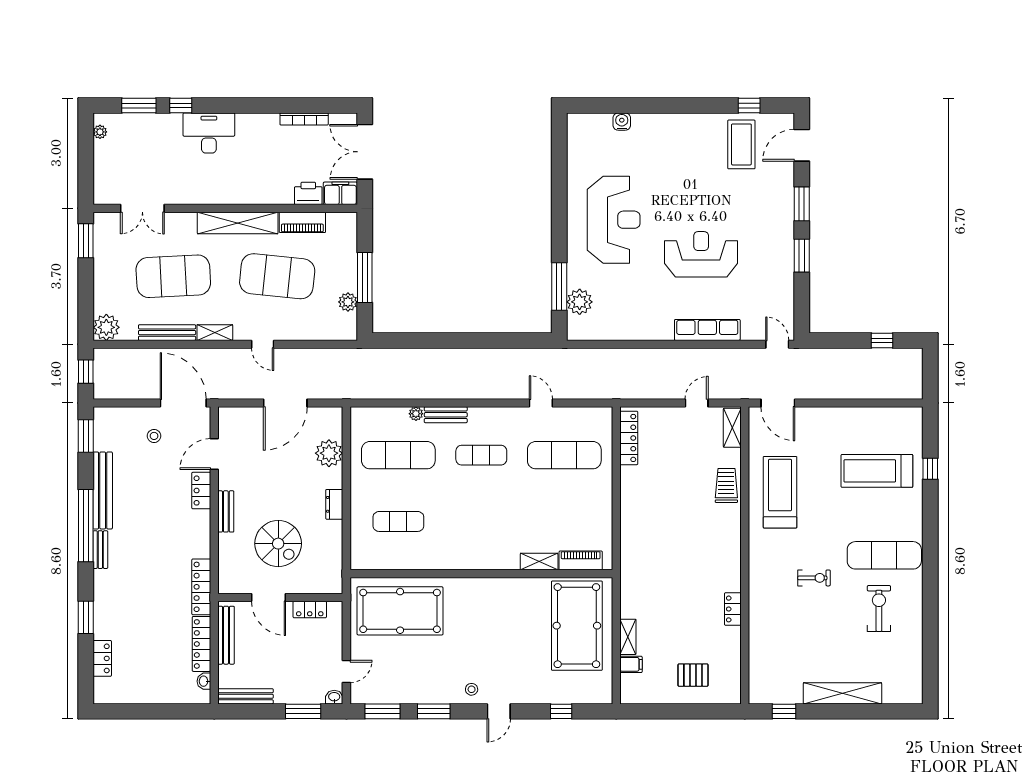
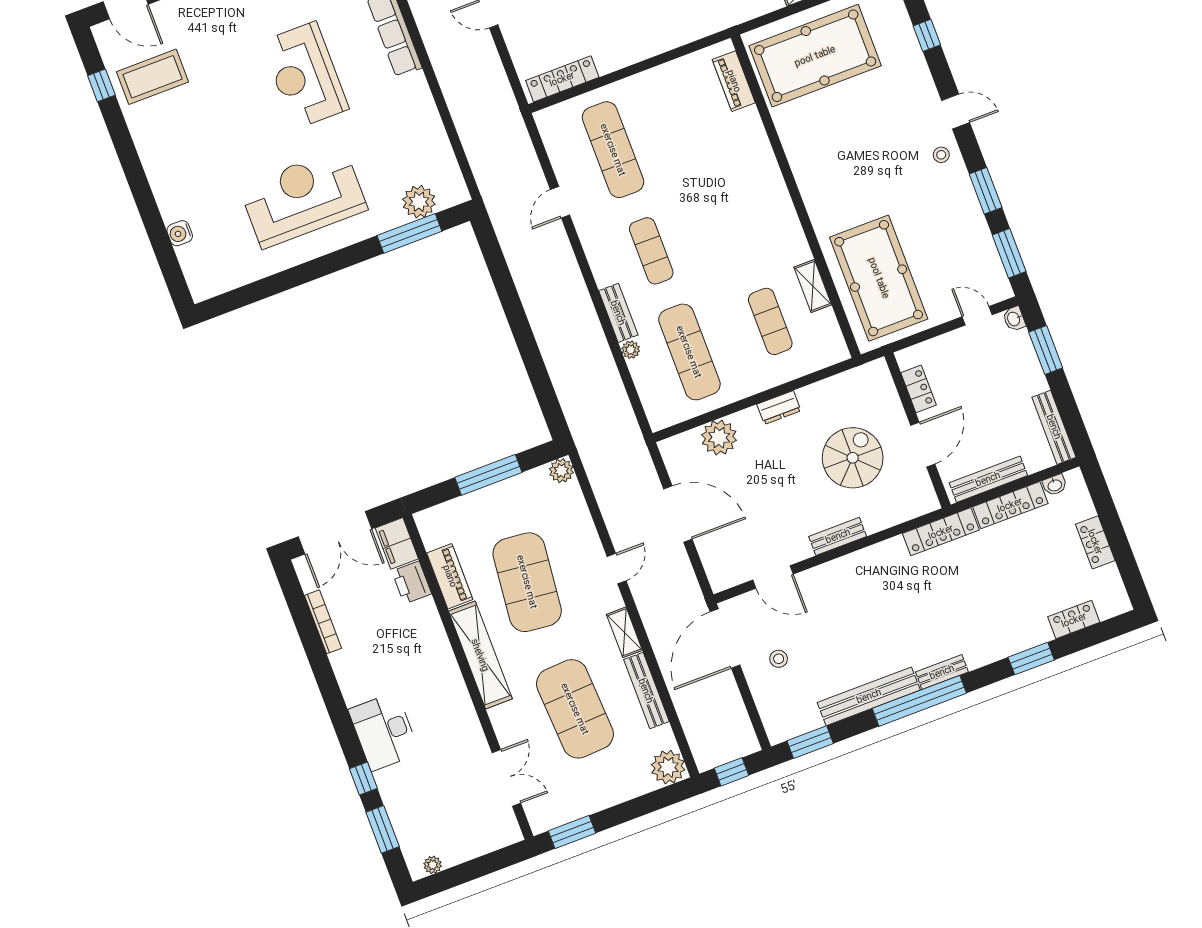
plant: (348, 302) -> (561, 471), moved
locker: (201, 491) -> (1095, 542), moved, turned 90
shelving: (539, 562) -> (813, 286), moved

